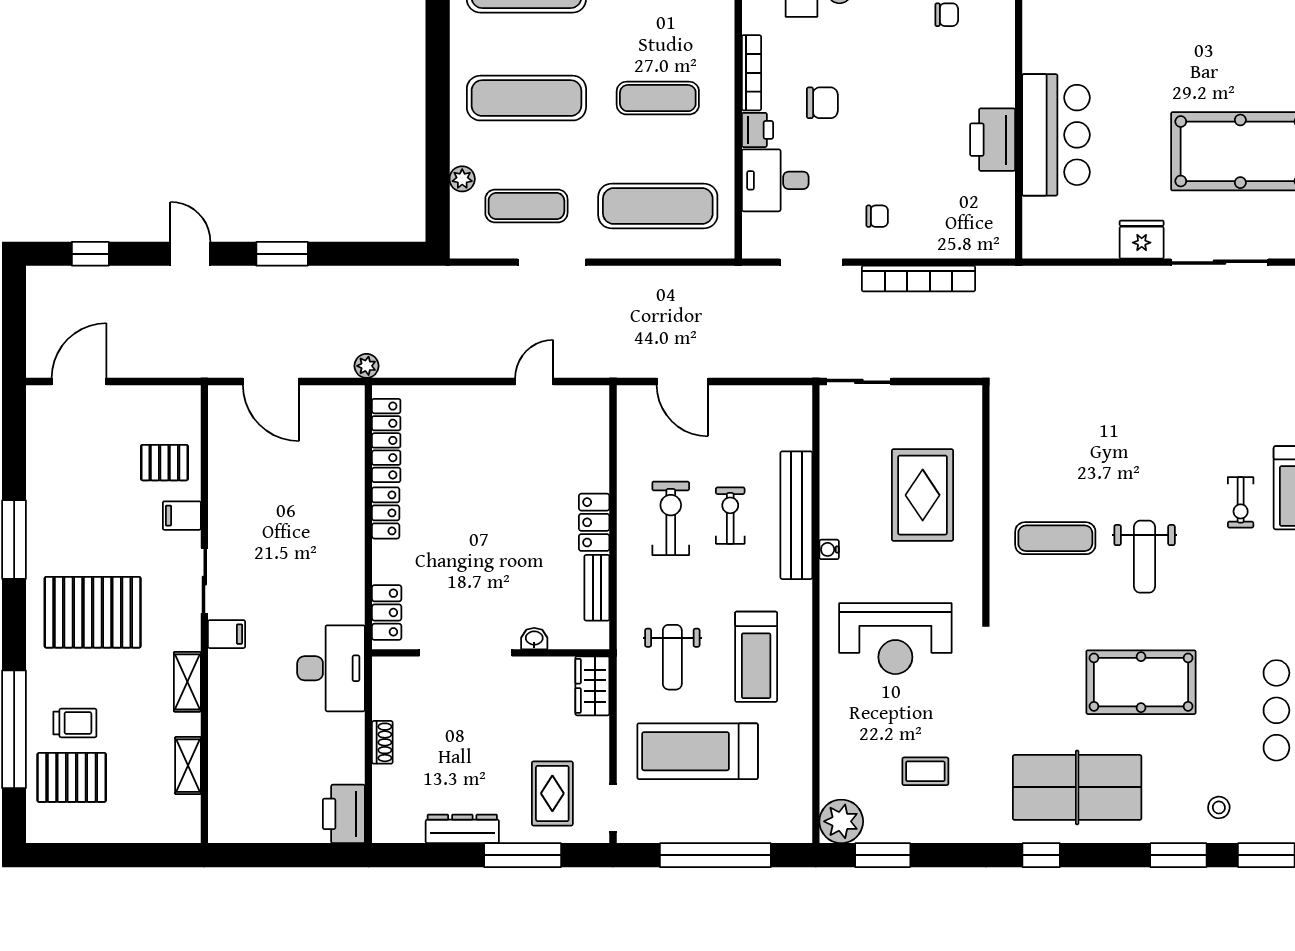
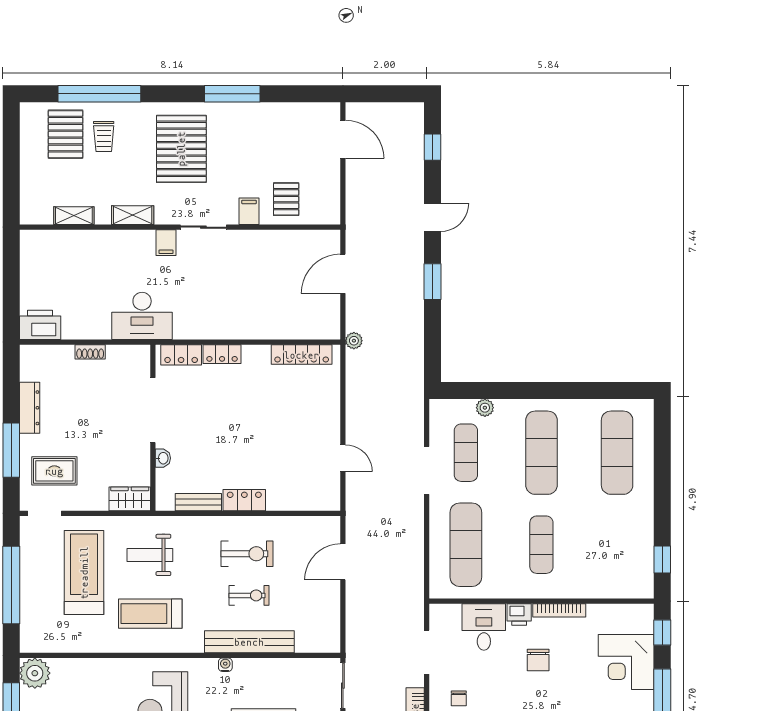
locker: (386, 513) -> (222, 354), moved

